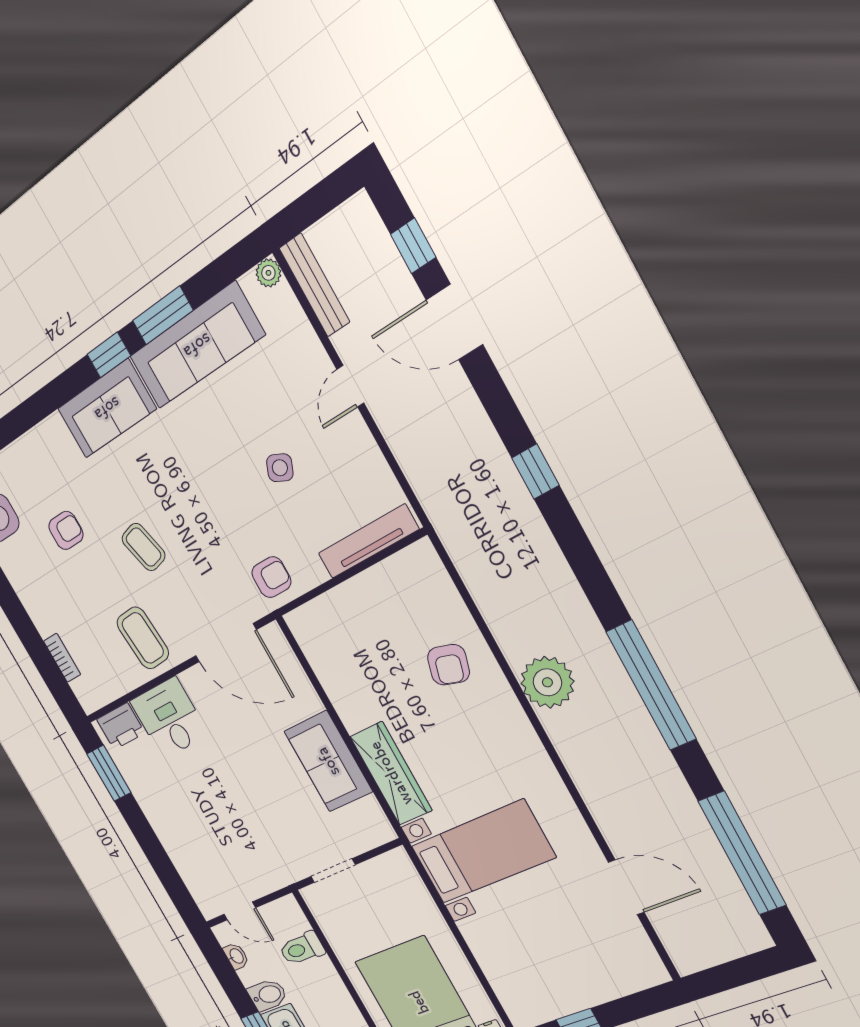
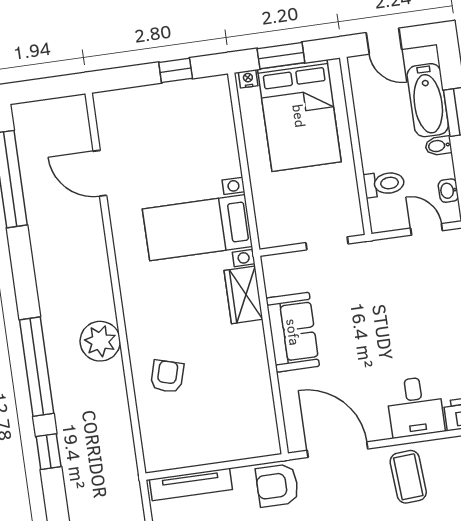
window: (535, 472) -> (49, 452), moved
armchair: (271, 577) -> (277, 485), width x1.38, depth x1.38
window: (651, 685) -> (37, 367), moved
wardrobe: (391, 773) -> (243, 295), width x0.67
bidet: (268, 995) -> (438, 146), width x0.72, depth x0.74

